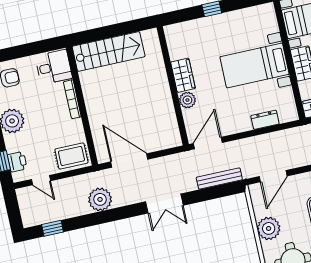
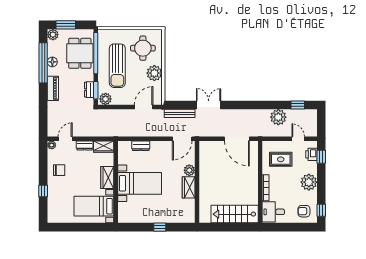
rug: (71, 156) -> (281, 159), moved
plant: (100, 199) -> (278, 117), moved
double door: (164, 203) -> (209, 105), moved

